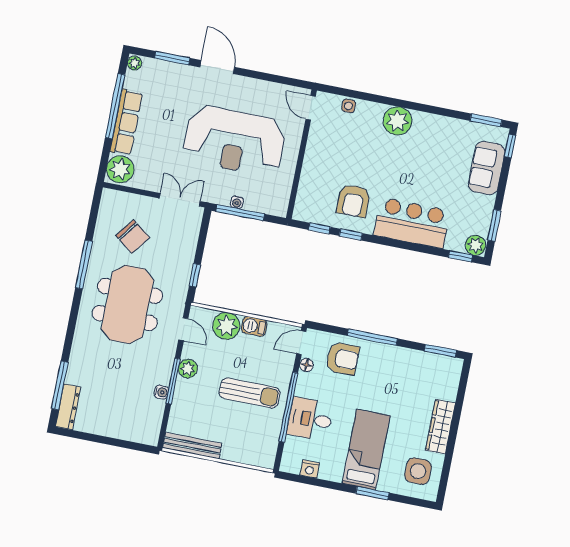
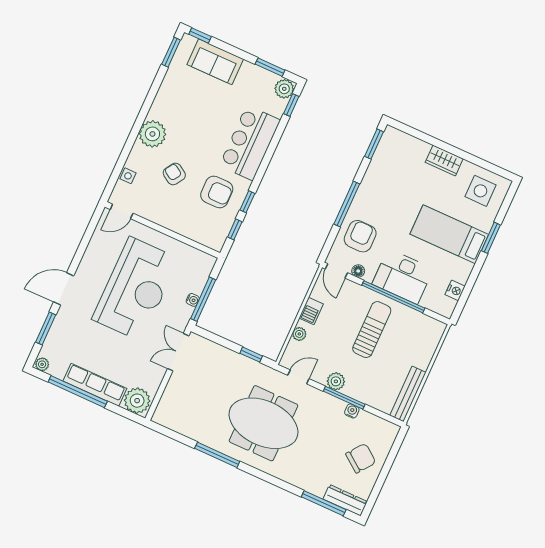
armchair: (362, 153) -> (174, 174), added
chair: (133, 237) -> (361, 458), moved
plant: (226, 326) -> (299, 334), width x0.53, depth x0.53
desk: (310, 419) -> (403, 276), width x1.37
wardrobe: (440, 427) -> (444, 161), width x0.67

